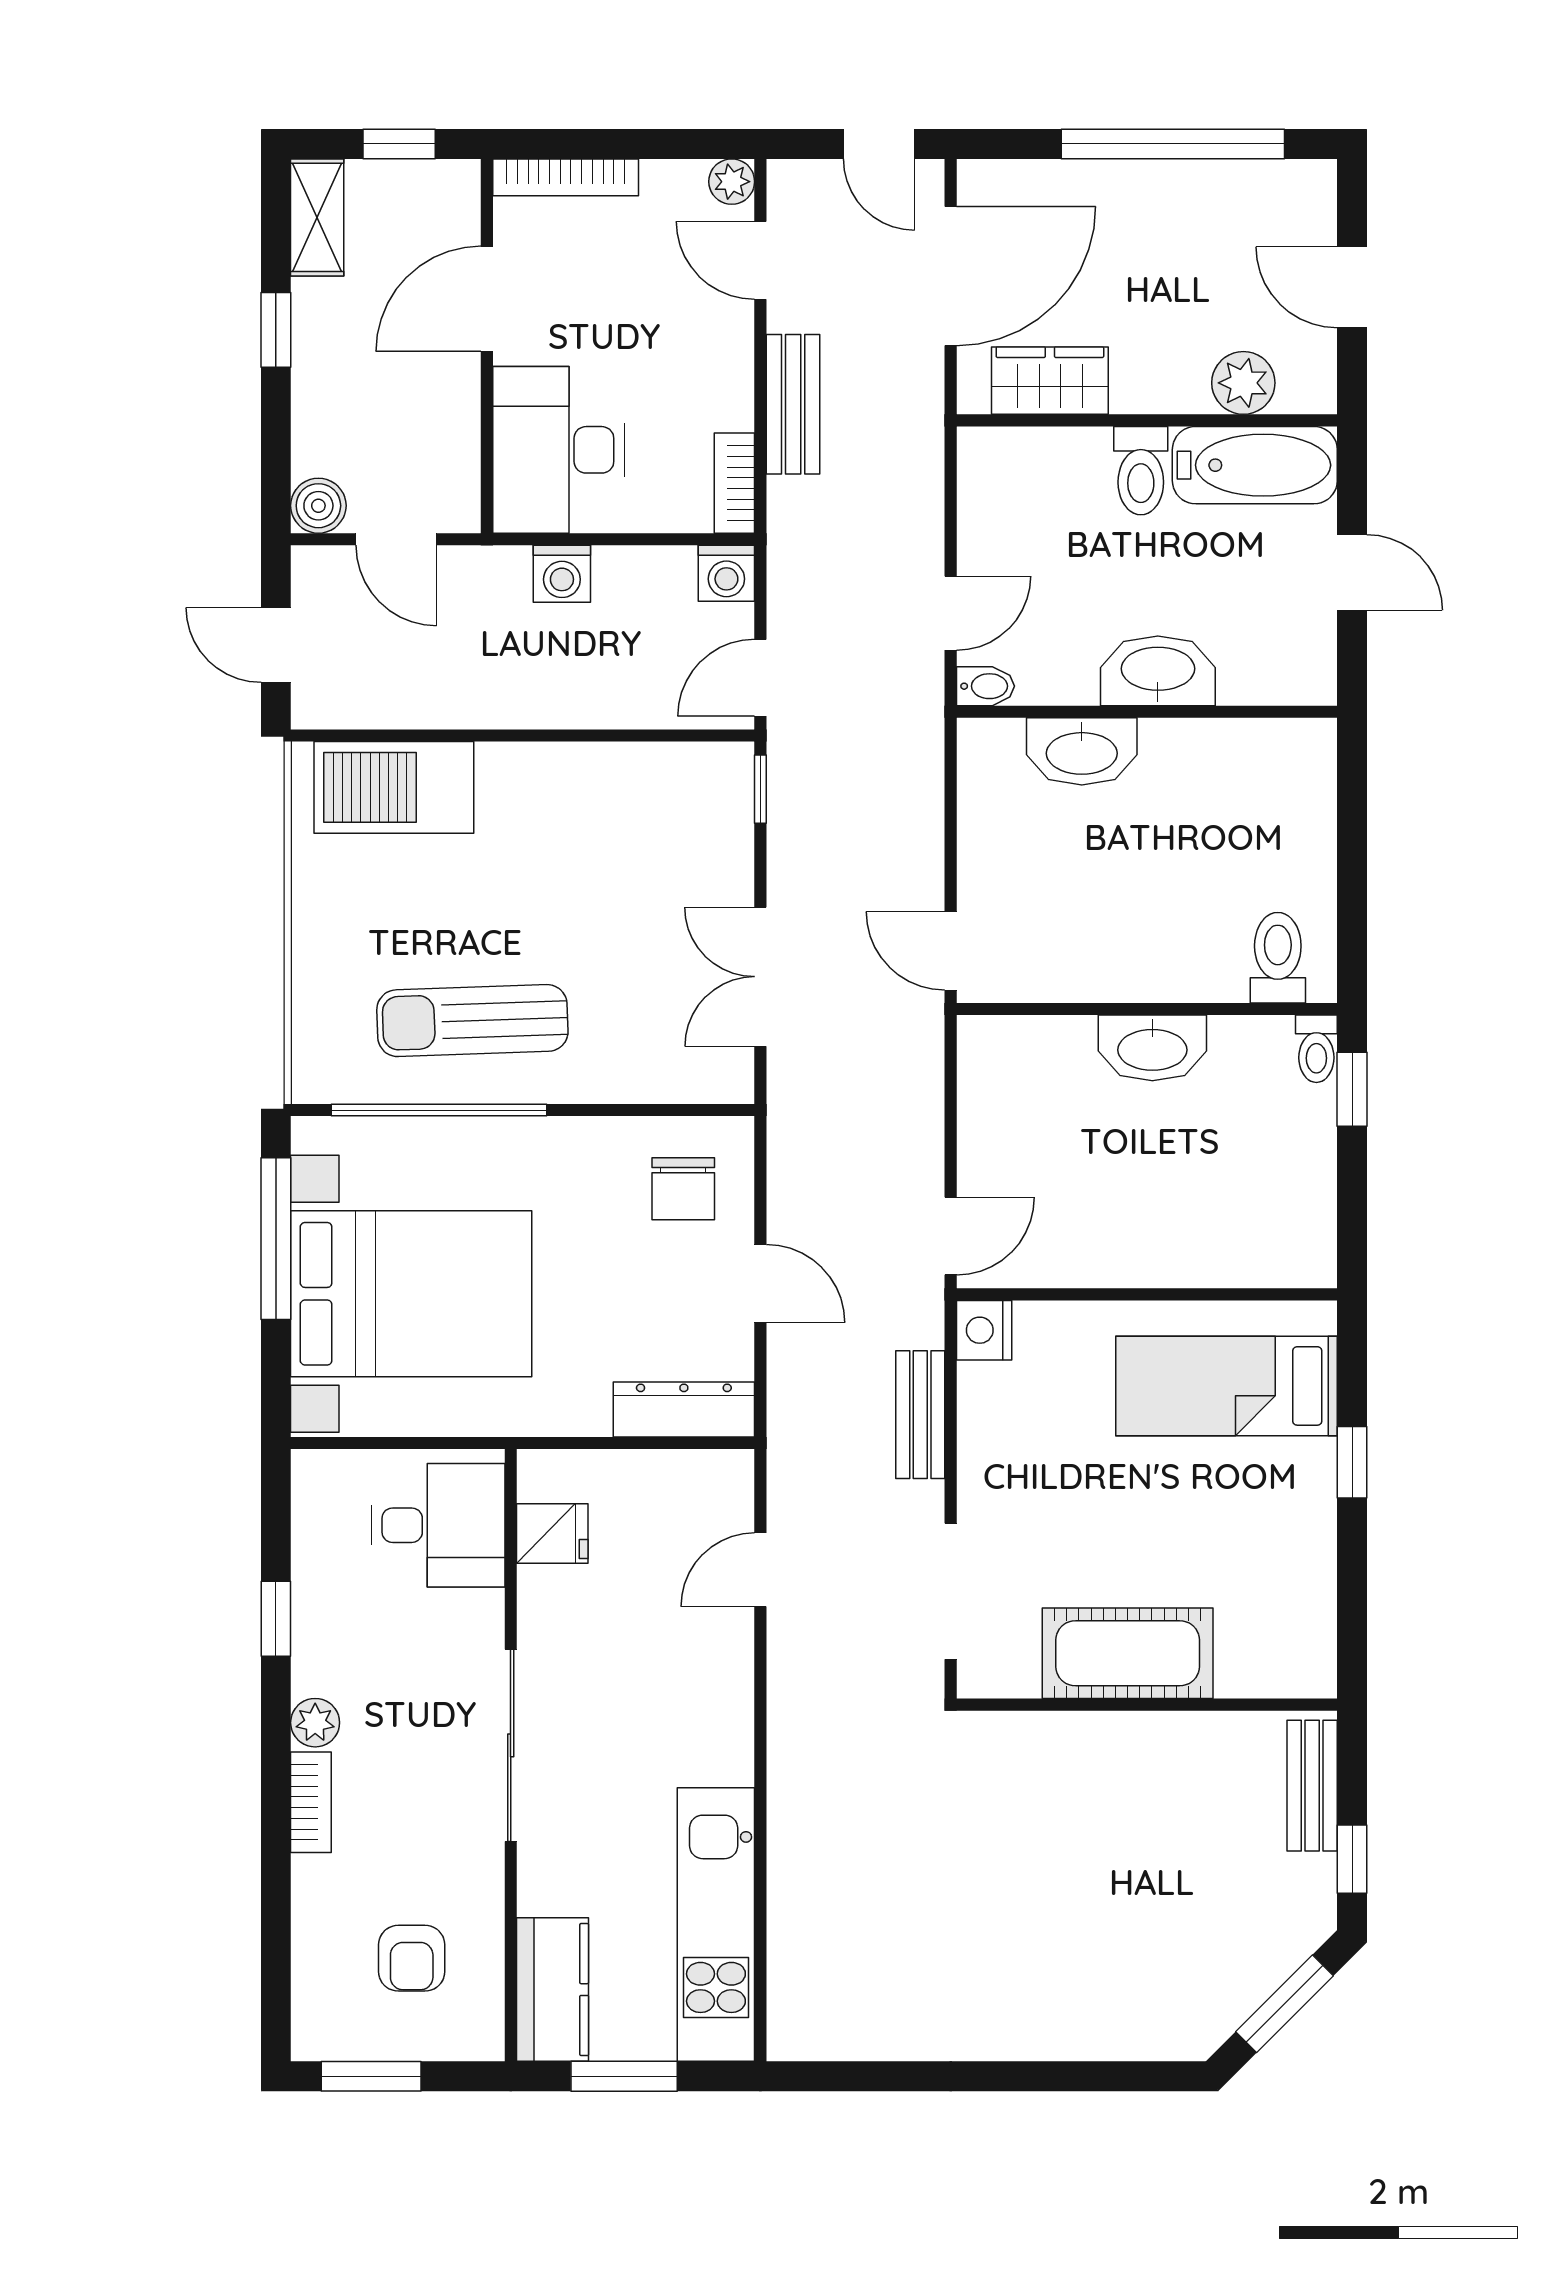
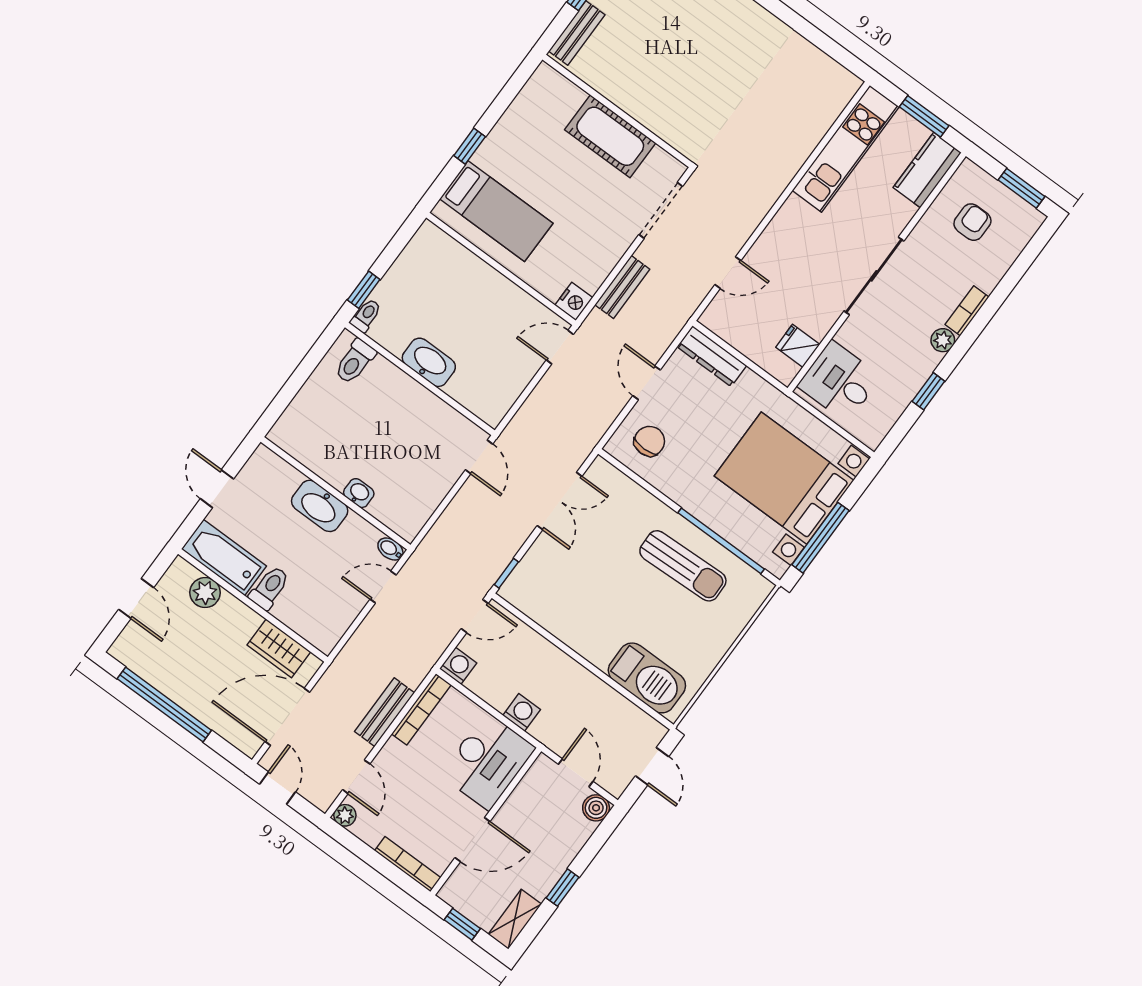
bookcase: (734, 483) -> (421, 709), width x1.56
washbasin: (1082, 751) -> (359, 493), width x0.52, depth x0.69

